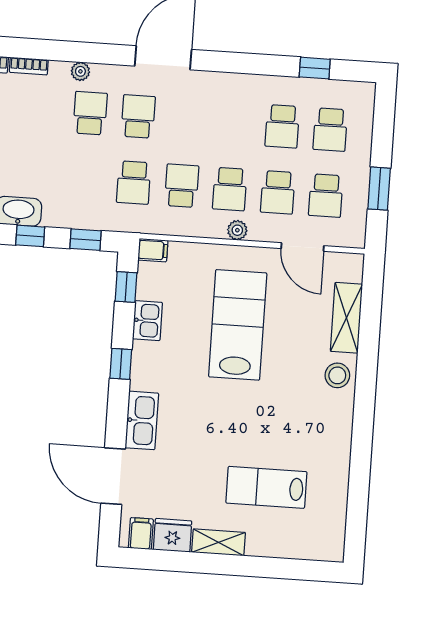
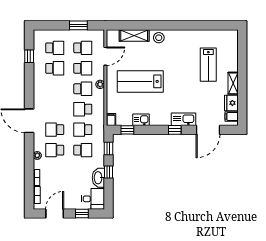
school desk: (86, 179) -> (83, 150), added
school desk: (134, 182) -> (83, 130), turned 180
window: (121, 364) -> (175, 130), moved

